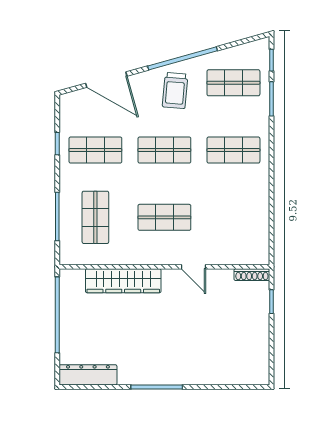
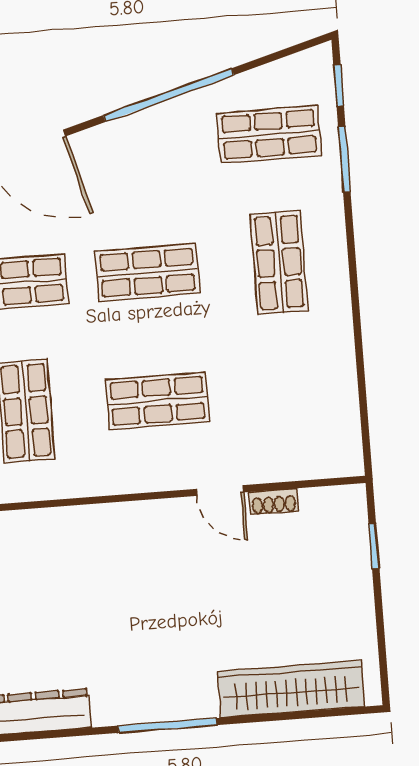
trolley: (175, 90) -> (159, 157), removed
shop shelf: (233, 150) -> (279, 262), turned 90
shoe rack: (252, 275) -> (274, 502), moved, width x0.70
wardrobe: (123, 281) -> (291, 689), moved, turned 180

